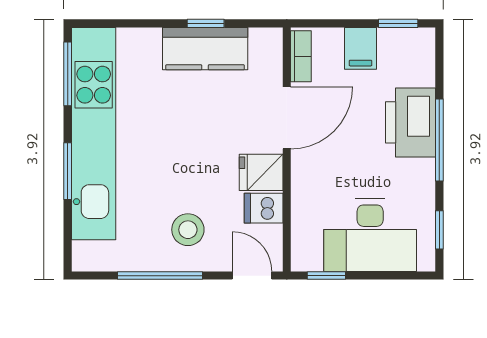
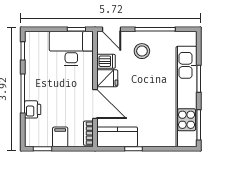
kitchen counter: (205, 49) -> (117, 137), moved
door: (287, 118) -> (95, 104), swing flipped
printer: (411, 122) -> (33, 109), width x0.53, depth x0.68
desk: (370, 235) -> (71, 48), moved

